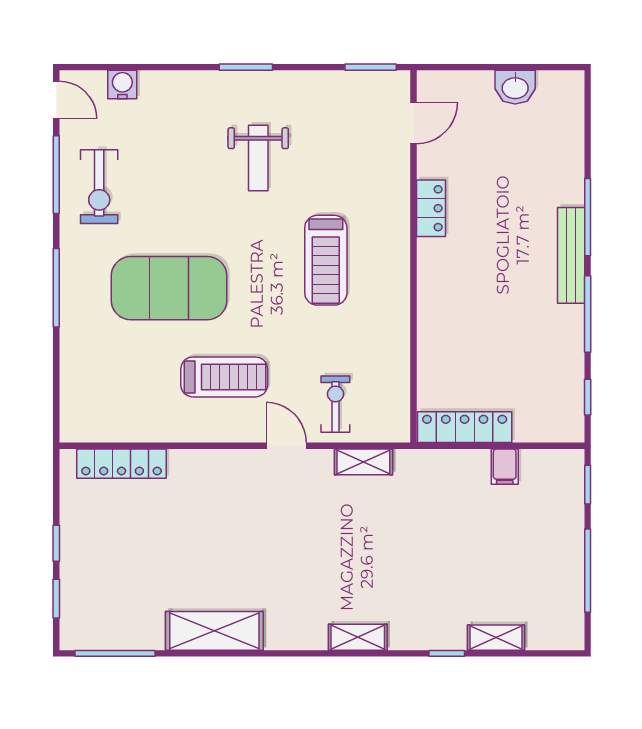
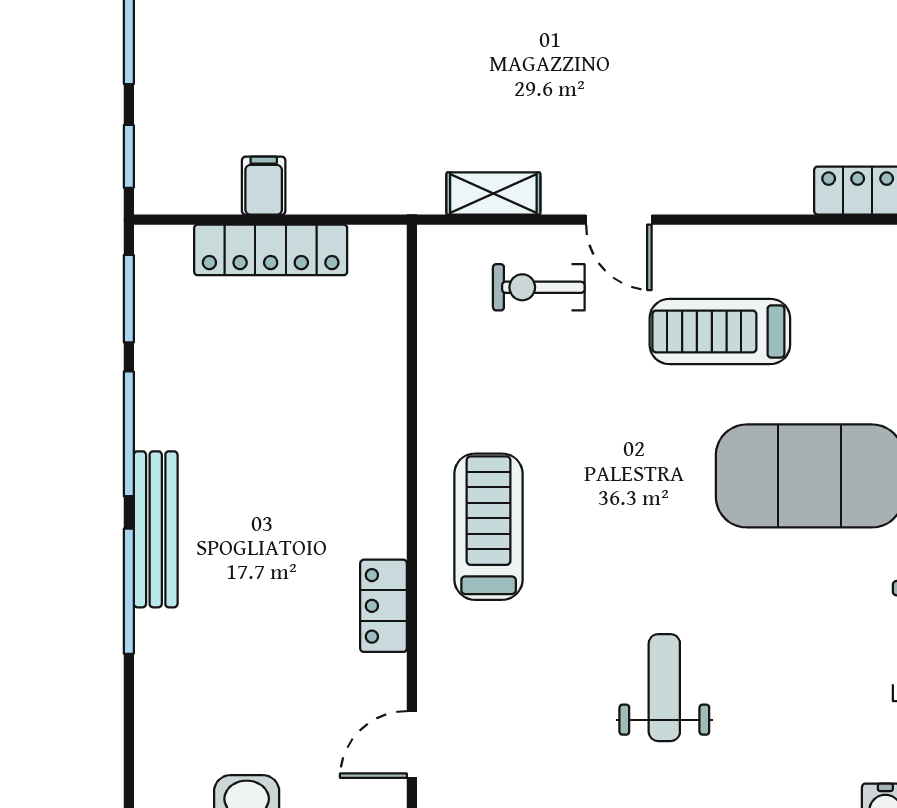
treadmill: (326, 260) -> (489, 527), moved
window: (588, 397) -> (129, 299), width x1.50
exercise bike: (335, 404) -> (539, 287), turned 90
locker: (465, 427) -> (271, 250), moved

